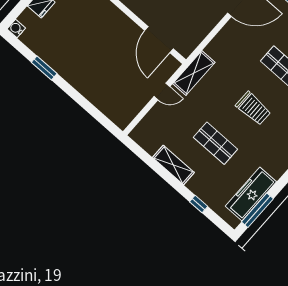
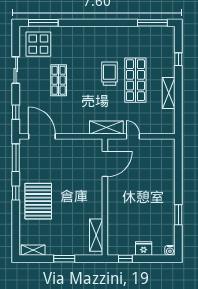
trolley: (253, 108) -> (109, 74), moved
shop shelf: (215, 143) -> (135, 80), width x1.43, depth x1.36
freezer: (251, 194) -> (146, 35), removed

